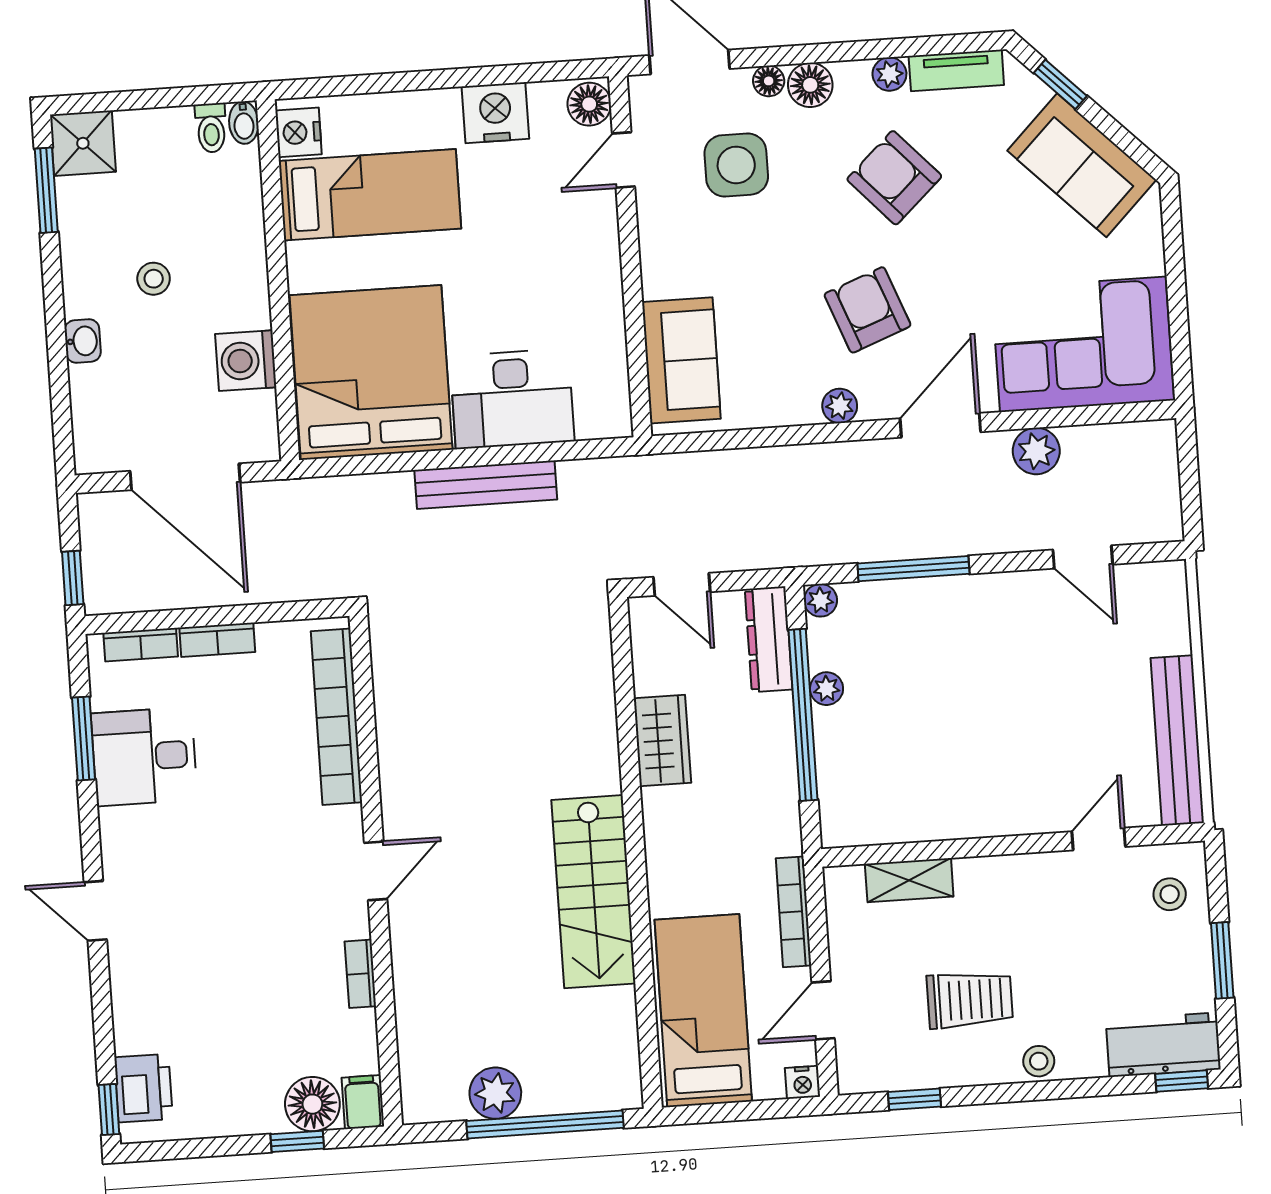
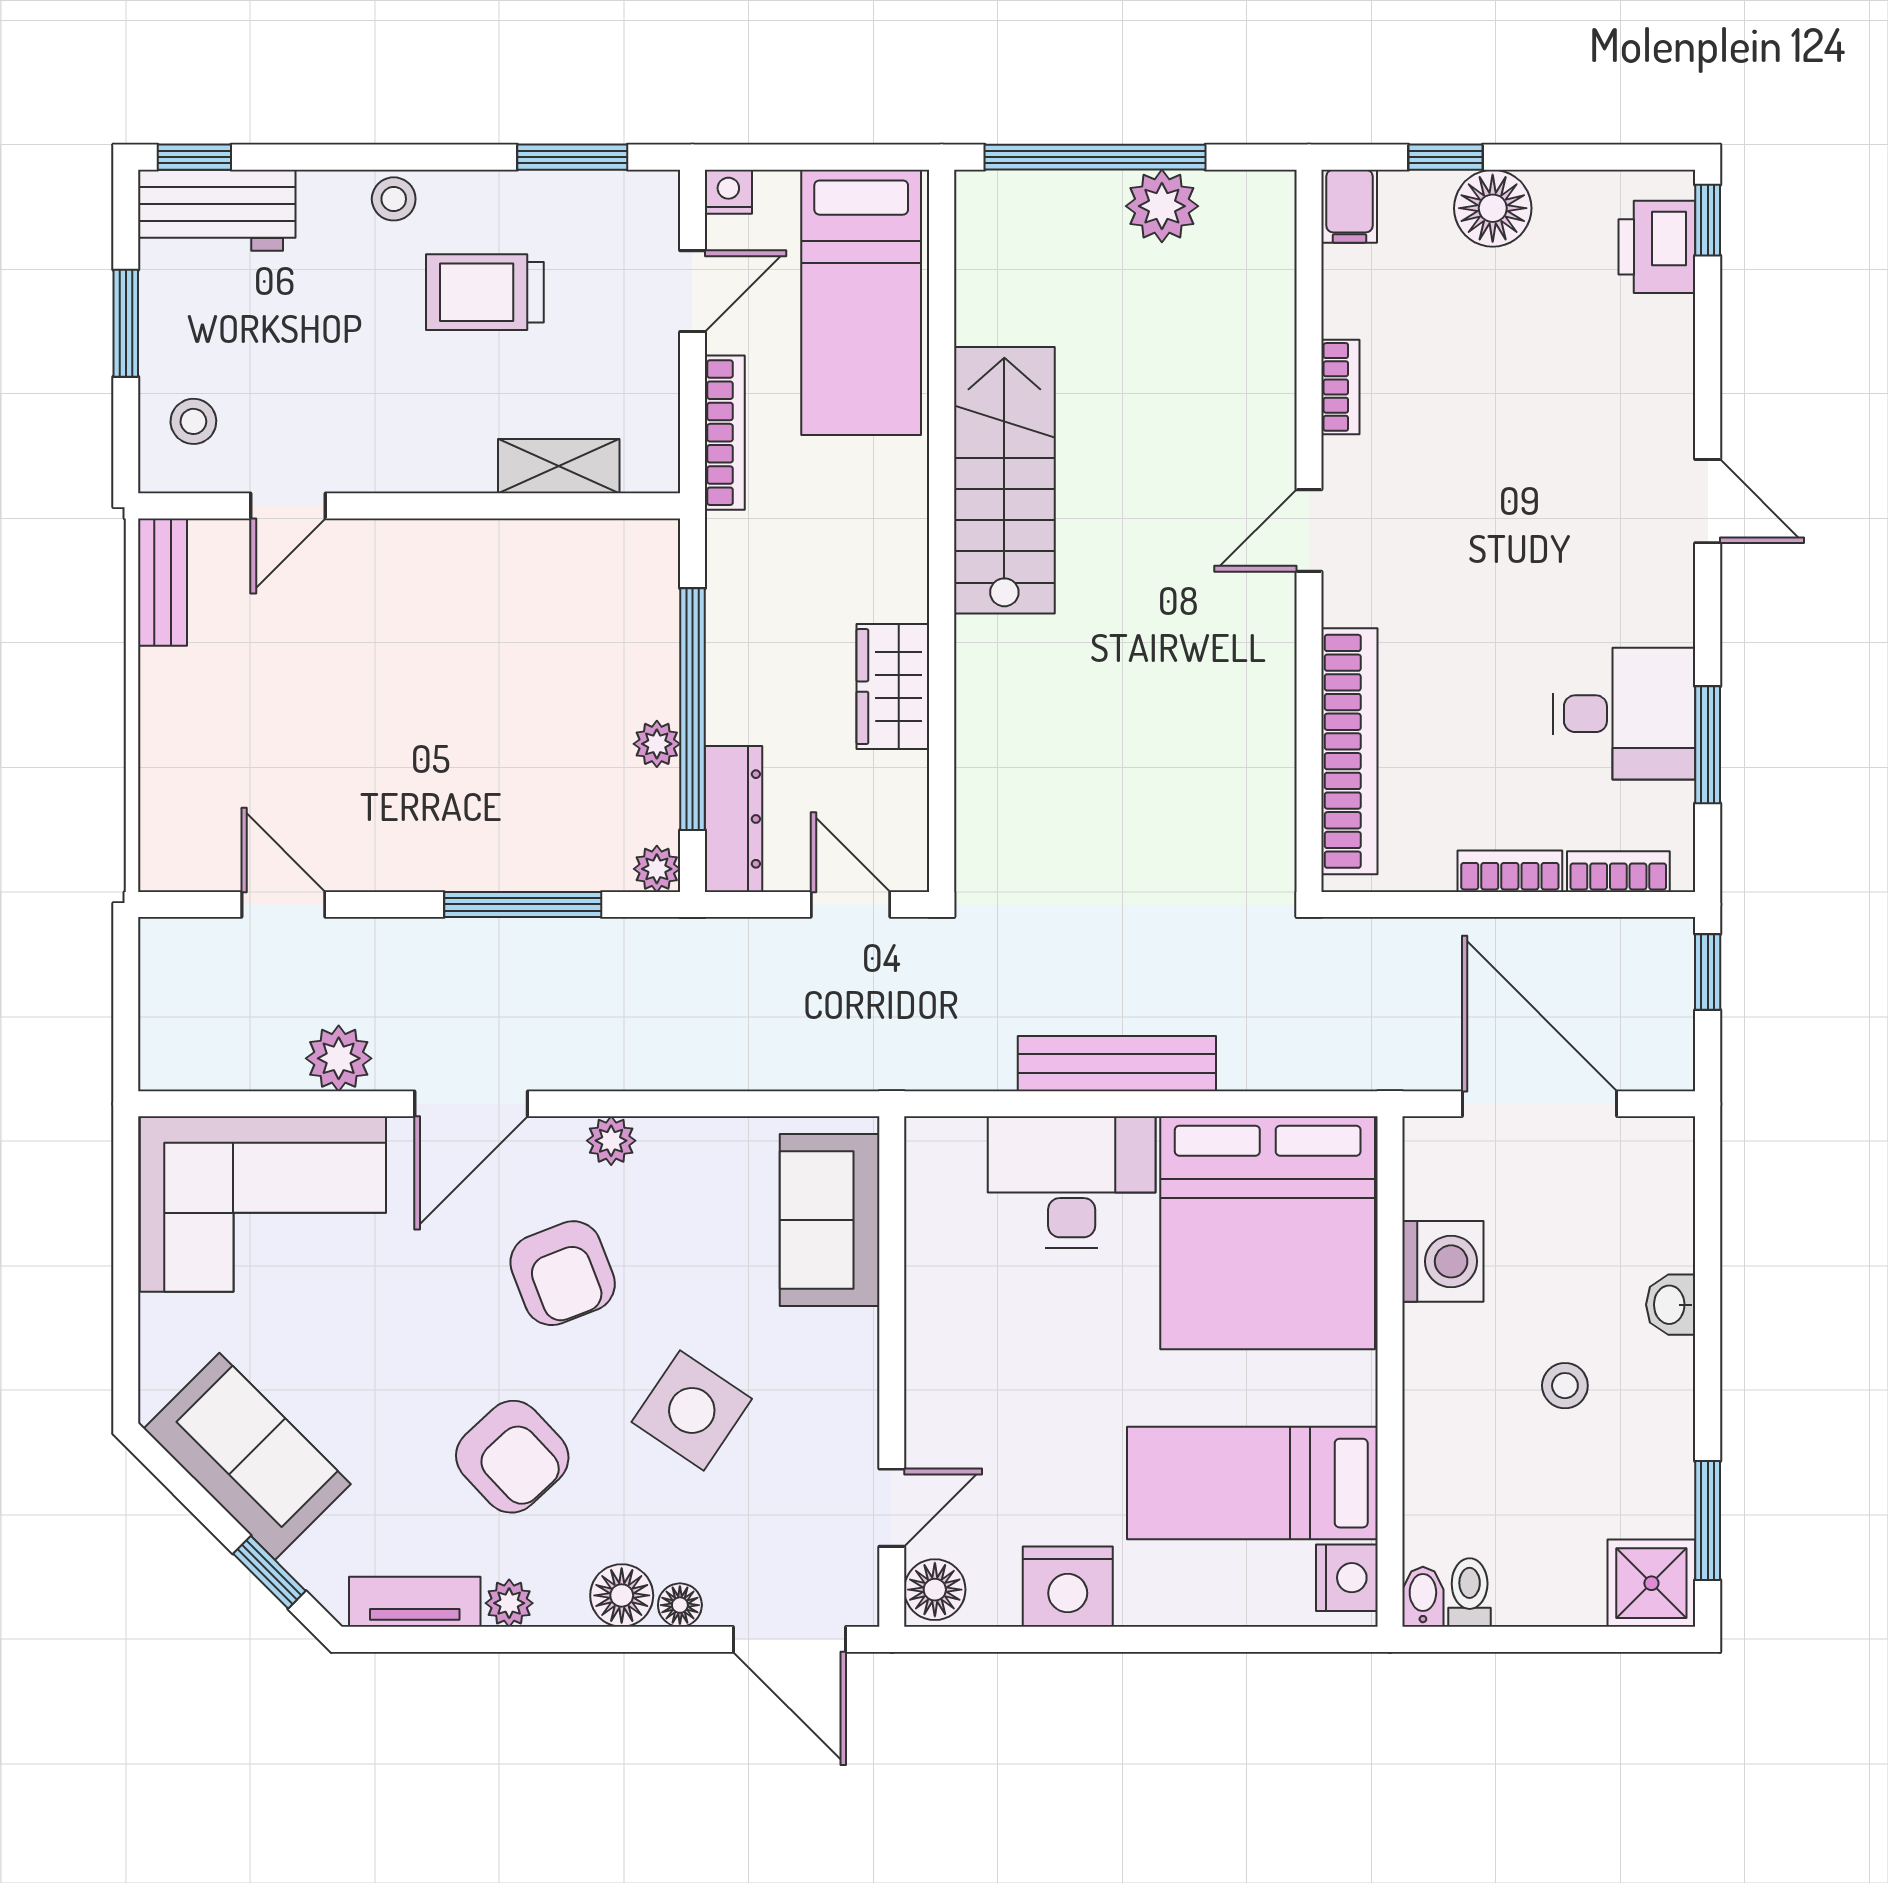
side table: (736, 165) -> (692, 1410), moved, turned 34
bench: (1177, 740) -> (163, 582), width x0.54, depth x0.82
window: (915, 1099) -> (572, 157), width x1.50
floor lamp: (312, 1104) -> (1493, 208), moved

